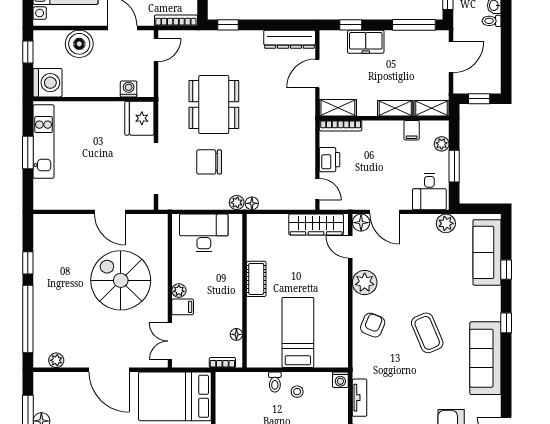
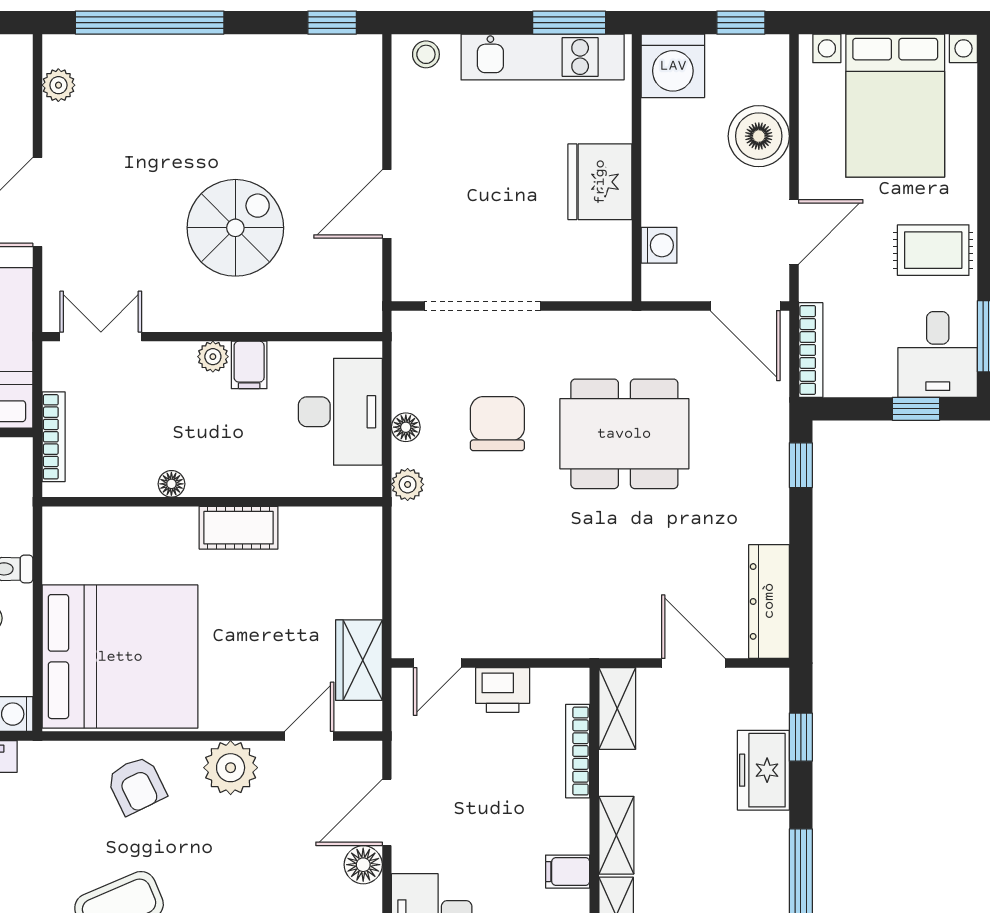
door: (156, 50) -> (745, 306), width x1.38
fridge: (139, 118) -> (600, 182), moved, turned -90
bookcase: (341, 126) -> (578, 751), moved
window: (28, 152) -> (569, 23), moved
stool: (42, 194) -> (426, 54), added
floor lamp: (252, 203) -> (406, 427), moved
floor lamp: (361, 223) -> (363, 865), moved
wardrobe: (316, 224) -> (359, 660), width x0.67
window: (28, 263) -> (332, 23), moved
spiral stairs: (121, 280) -> (235, 228), width x0.73, depth x0.73
filing cabinet: (183, 307) -> (249, 365), moved
armchair: (373, 325) -> (136, 785), turned 42
bed: (298, 332) -> (120, 657), width x2.04
floor lamp: (236, 334) -> (171, 484), moved
bookcase: (222, 362) -> (54, 437), width x1.56

